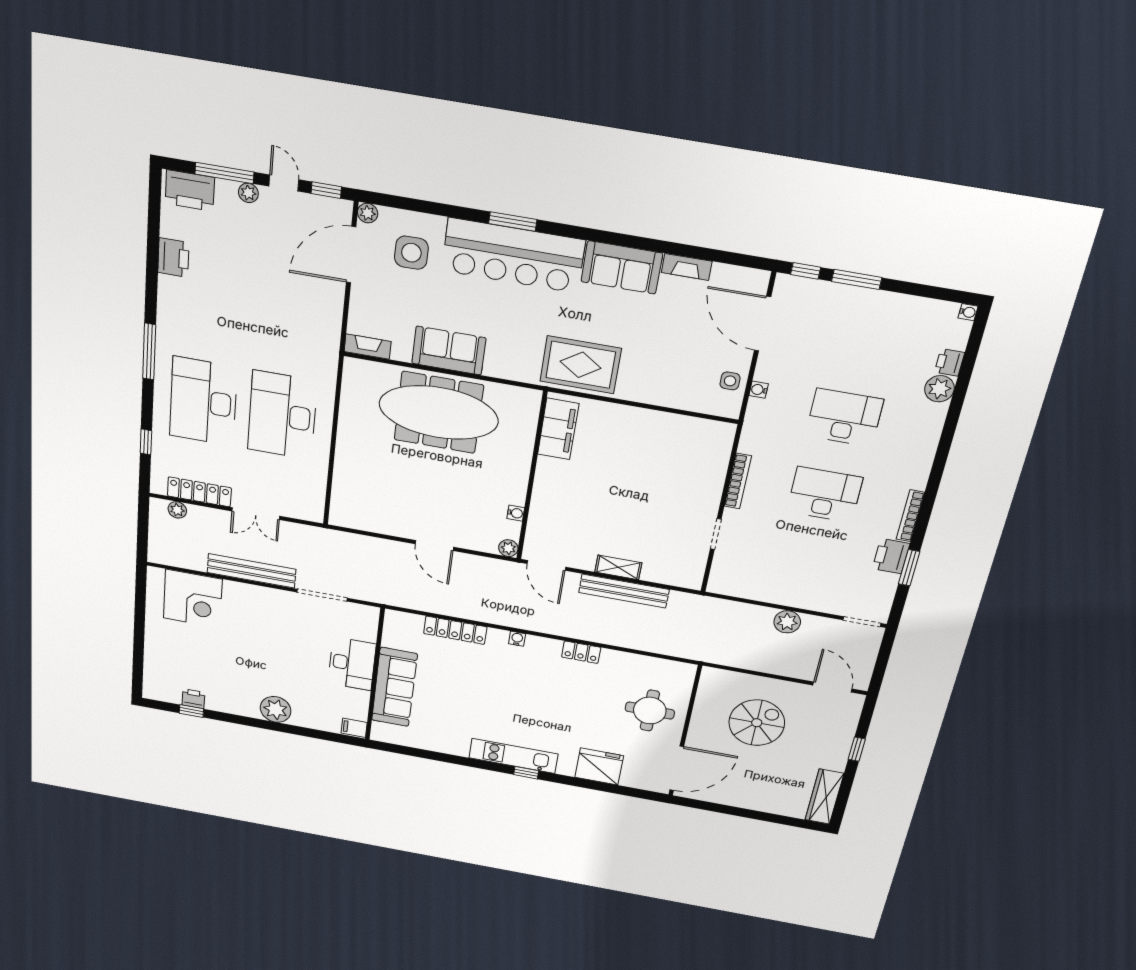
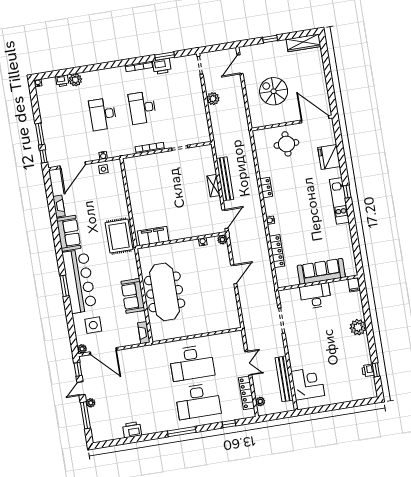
printer: (190, 190) -> (98, 429), removed
bench: (251, 571) -> (284, 379), moved

